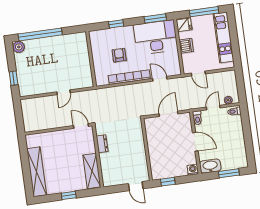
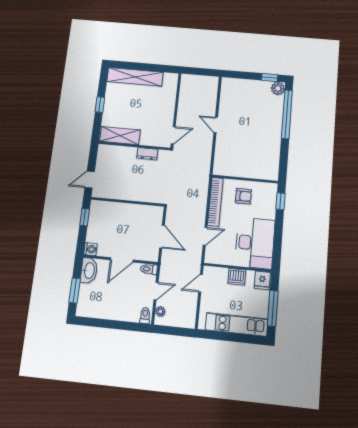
window: (155, 18) -> (277, 248), removed
wall: (91, 59) -> (245, 179), moved
window: (14, 78) -> (270, 77), moved
door: (213, 108) -> (156, 291), hinge flipped

